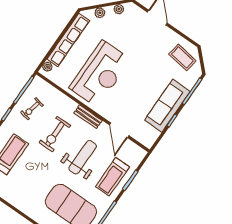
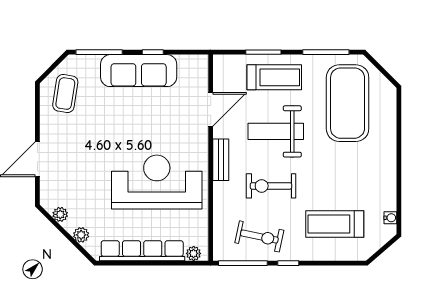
exercise bike: (32, 109) -> (259, 236), width x1.38, depth x1.39
exercise bike: (55, 134) -> (271, 186), turned 180

